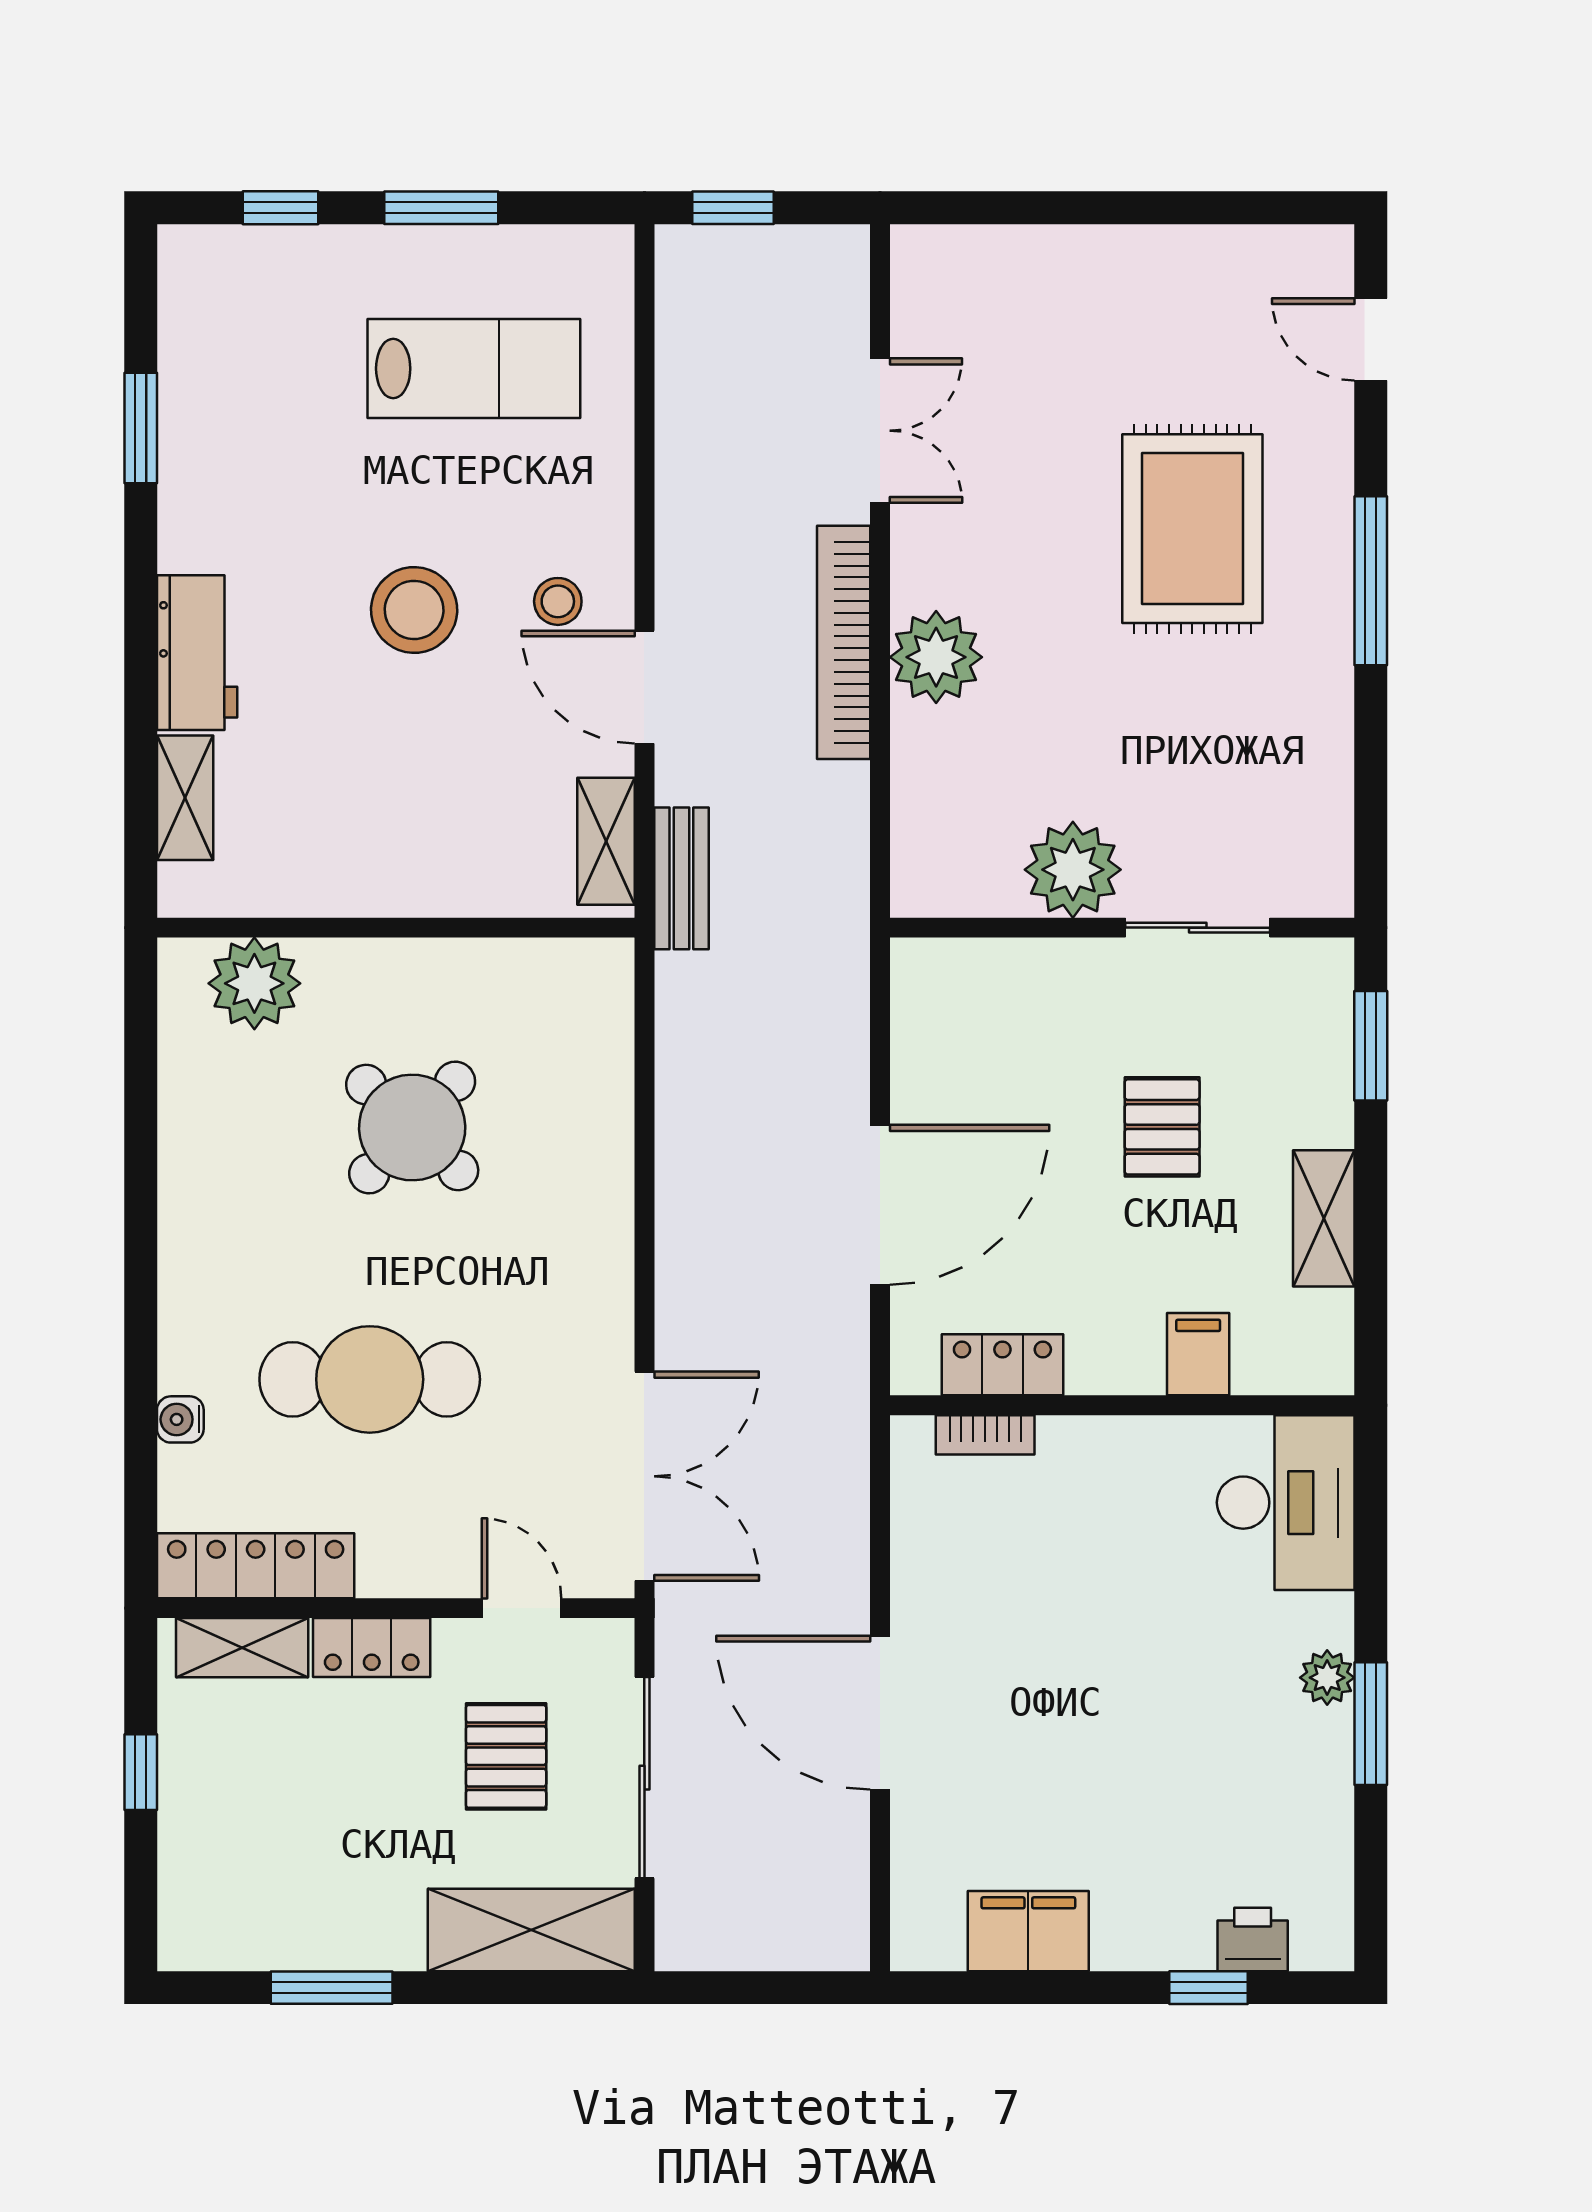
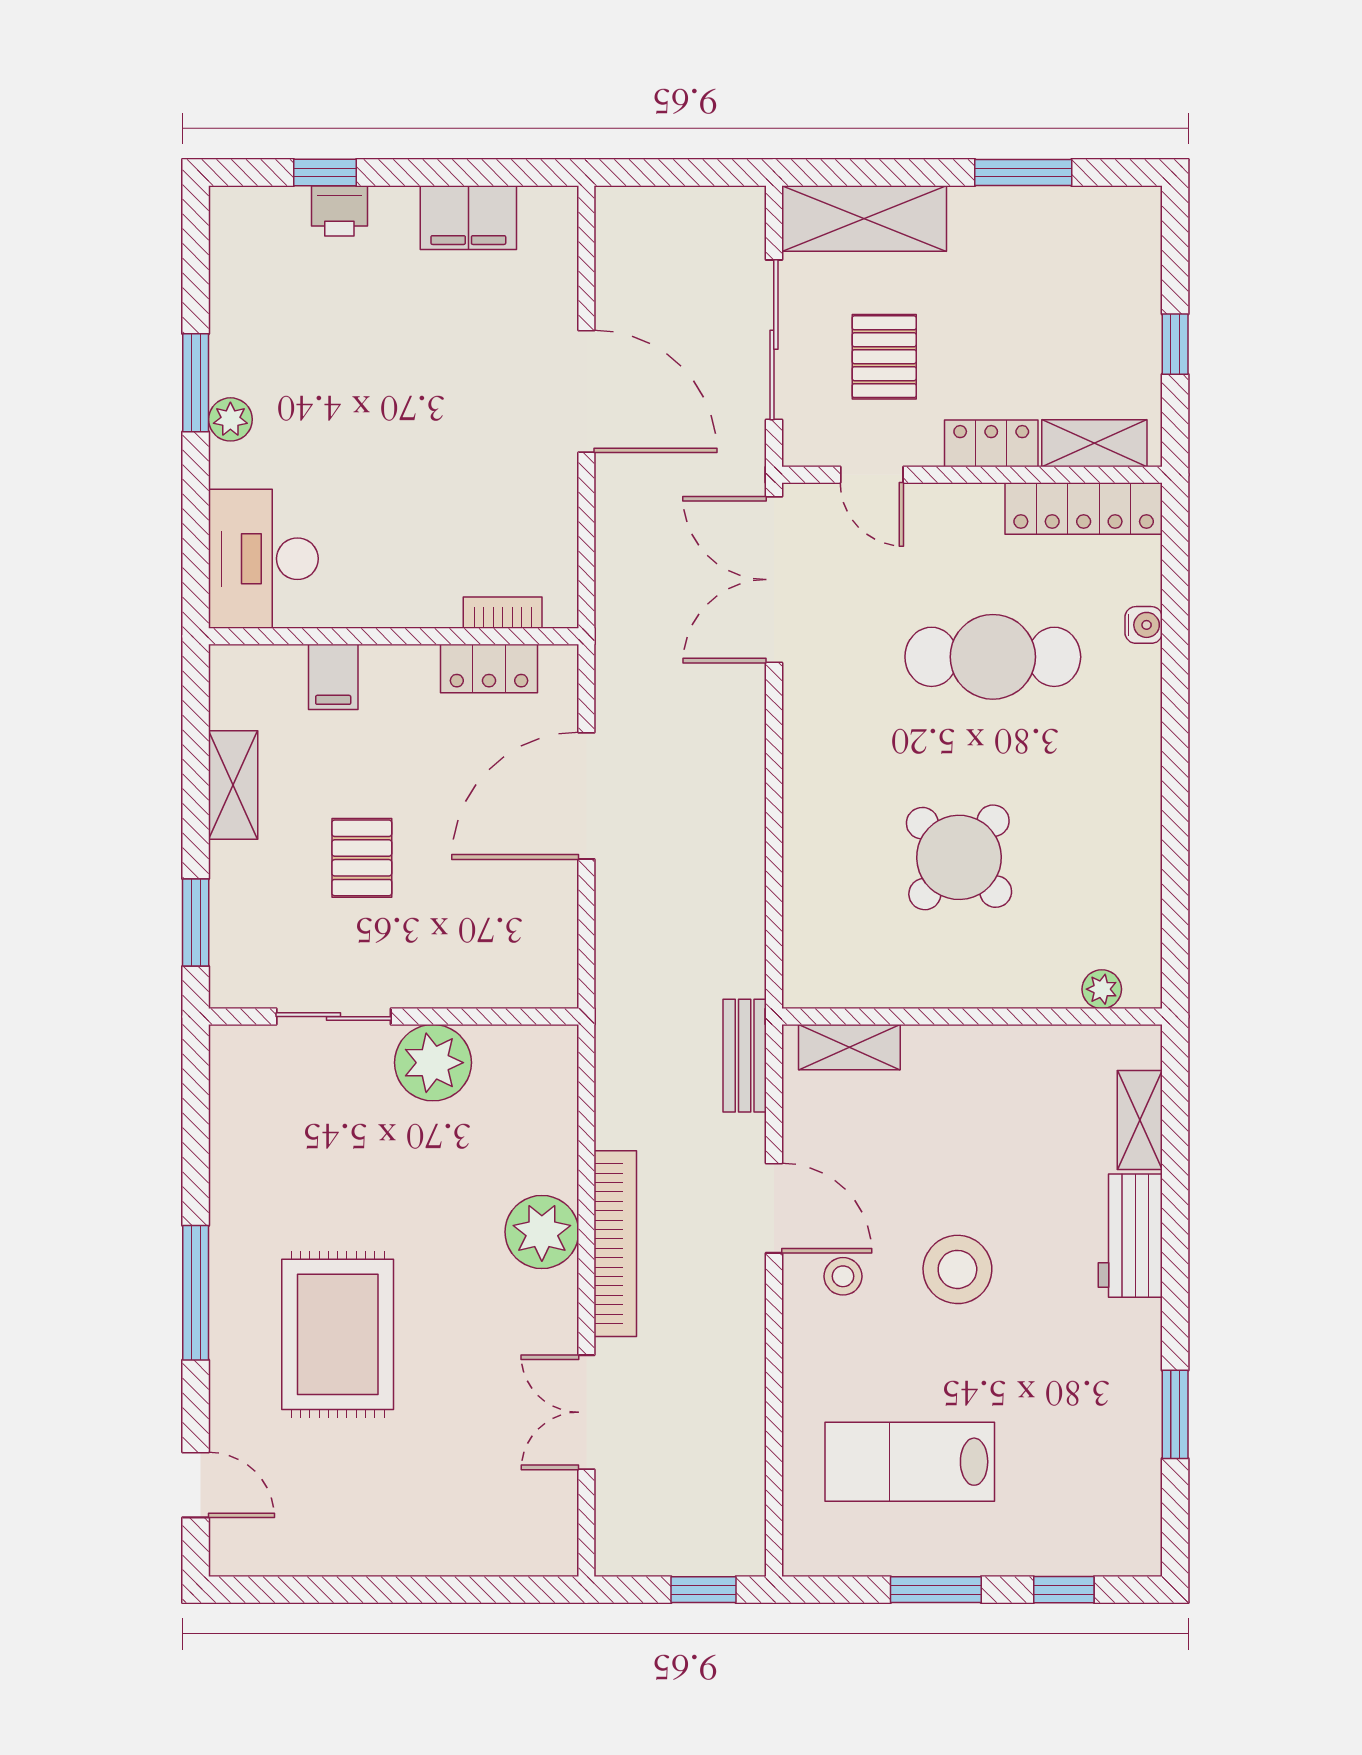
shelving: (606, 841) -> (849, 1047), moved, turned 90
plant: (254, 983) -> (1102, 989), width x0.53, depth x0.53
printer: (1253, 1939) -> (339, 211), moved

